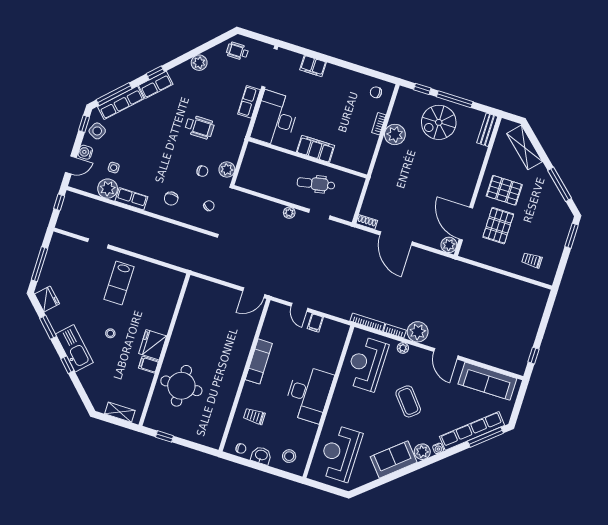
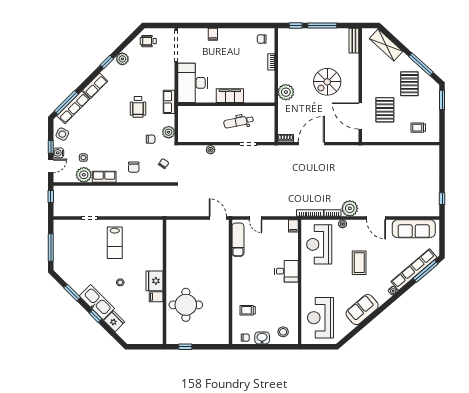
filing cabinet: (313, 66) -> (213, 34), width x0.50
window: (155, 73) -> (107, 62), moved
row of seats: (249, 102) -> (169, 102), moved
spiral stairs: (439, 122) -> (327, 82), moved
window: (84, 124) -> (51, 147), moved
wheelchair: (200, 127) -> (138, 107), turned 90
plant: (395, 134) -> (286, 92), moved
pallet: (504, 190) -> (409, 84), moved, turned 90
plant: (289, 213) -> (211, 150), moved
door: (396, 238) -> (311, 144), swing flipped
plant: (449, 245) -> (352, 136), removed
door: (254, 293) -> (218, 218), swing flipped
fridge: (47, 299) -> (114, 321), moved
filing cabinet: (315, 323) -> (293, 226), moved
exam couch: (259, 361) -> (238, 240), moved
desk: (309, 394) -> (286, 271), width x0.53, depth x0.77
coffee table: (408, 401) -> (359, 263), turned 40
shelving: (120, 412) -> (146, 339), removed
plant: (422, 452) -> (382, 297), removed

